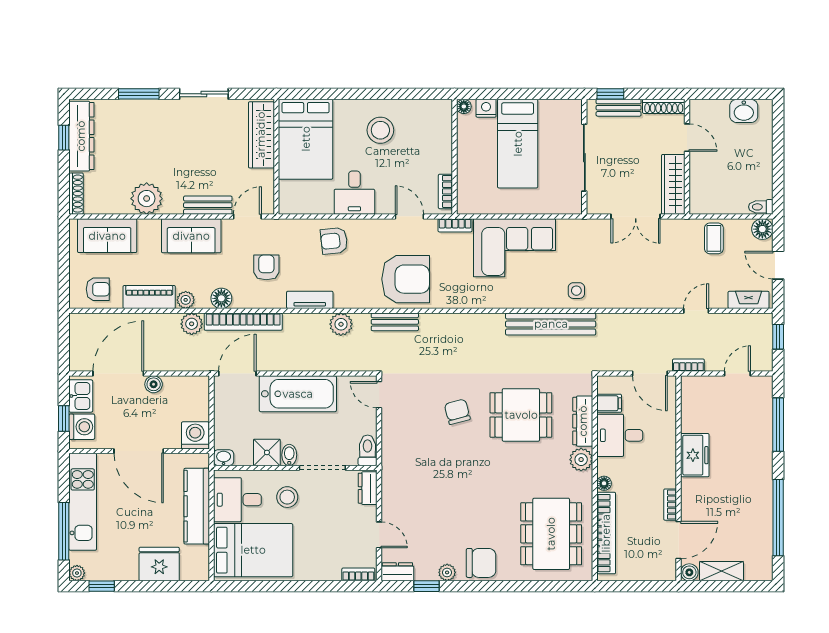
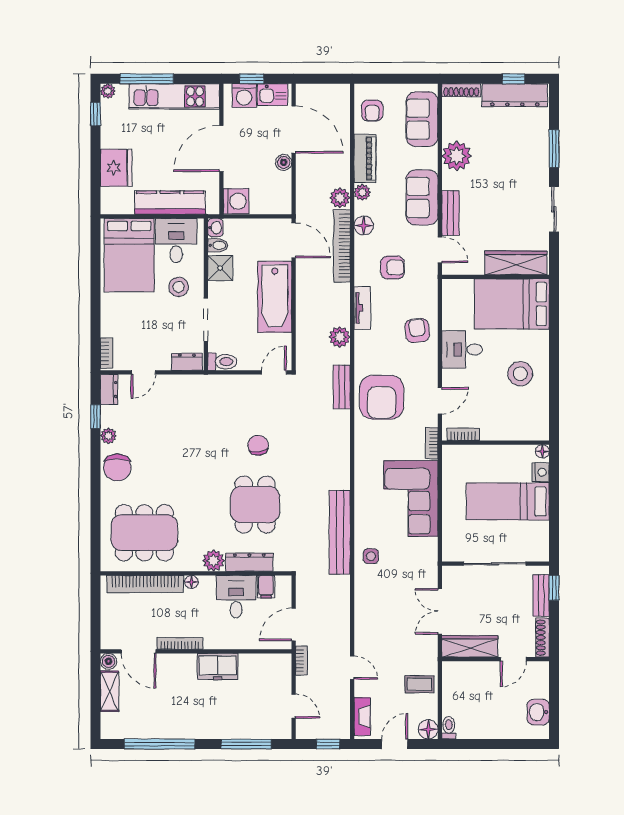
chair: (457, 412) -> (258, 445), turned -81
bidet: (289, 455) -> (218, 245), moved
bookcase: (670, 505) -> (180, 644), width x1.56

